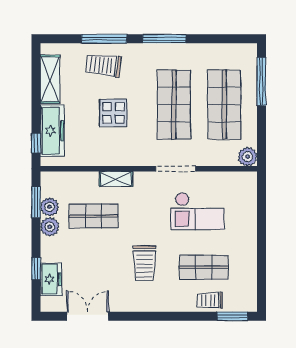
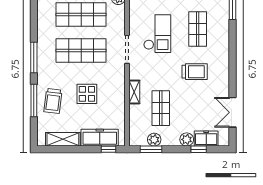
plant: (50, 227) -> (187, 139), moved
trolley: (210, 300) -> (221, 25), removed

